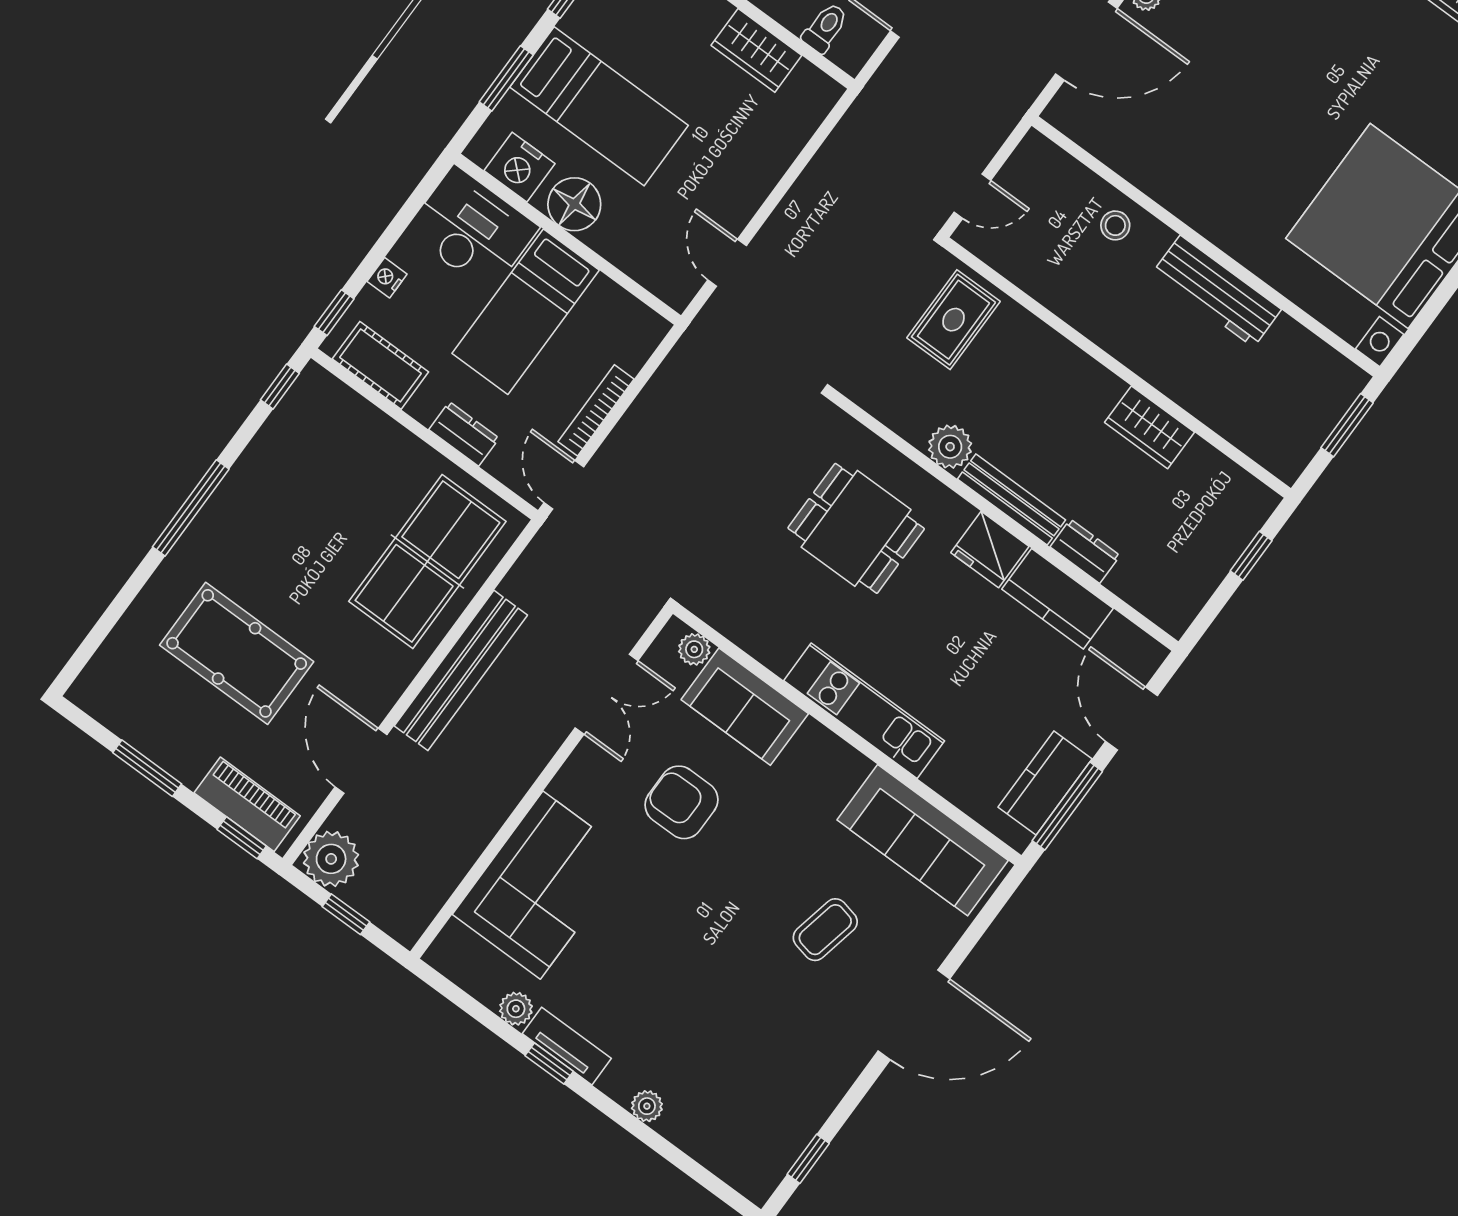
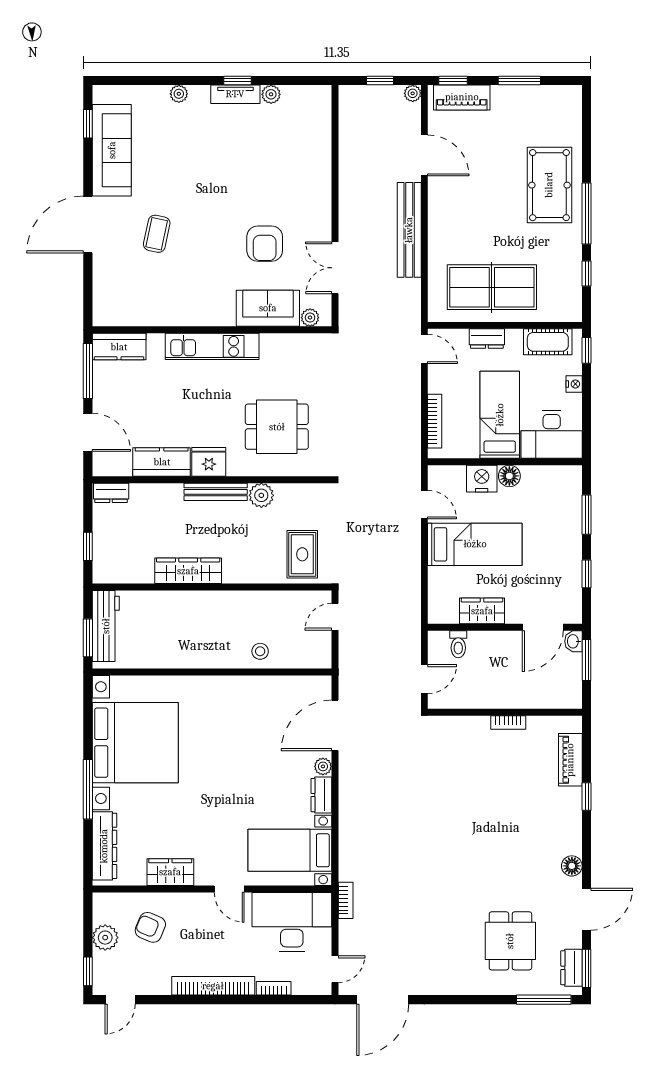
bed: (599, 106) -> (475, 544), moved, turned 180
nightstand: (520, 167) -> (482, 479), moved
floor lamp: (574, 204) -> (509, 476), width x0.73, depth x0.73
workbench: (1217, 291) -> (106, 626), moved, turned 90
window: (280, 387) -> (587, 274), moved
bookcase: (596, 410) -> (435, 421), moved
wardrobe: (1149, 427) -> (188, 571), width x1.50
dresser: (1085, 551) -> (111, 493), moved
table tennis table: (427, 561) -> (492, 287), moved, turned 90
pool table: (237, 653) -> (549, 185), moved, turned 90
kitchen counter: (1045, 783) -> (119, 347), moved, turned 90
armchair: (681, 802) -> (265, 244), turned 90
sofa: (923, 840) -> (112, 150), moved, turned 90
plant: (331, 859) -> (413, 93), width x0.53, depth x0.53
corner sofa: (542, 885) -> (301, 159), removed

